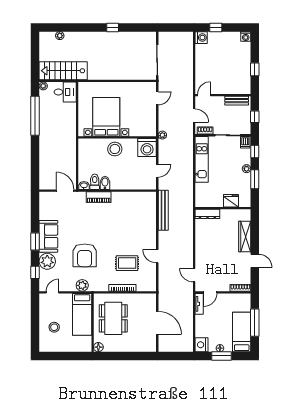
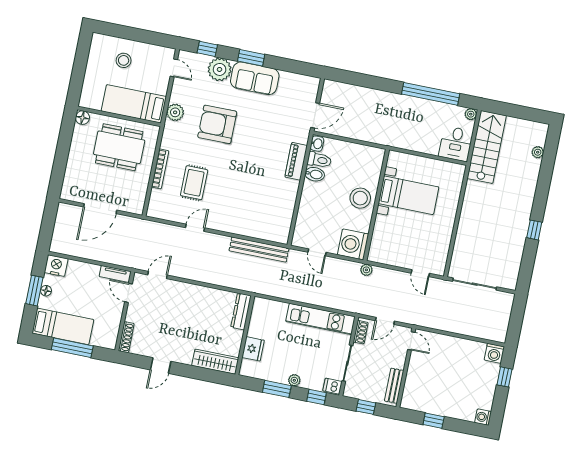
bed with nightstands: (106, 117) -> (408, 195), width x0.73
wardrobe: (245, 236) -> (215, 362), moved

